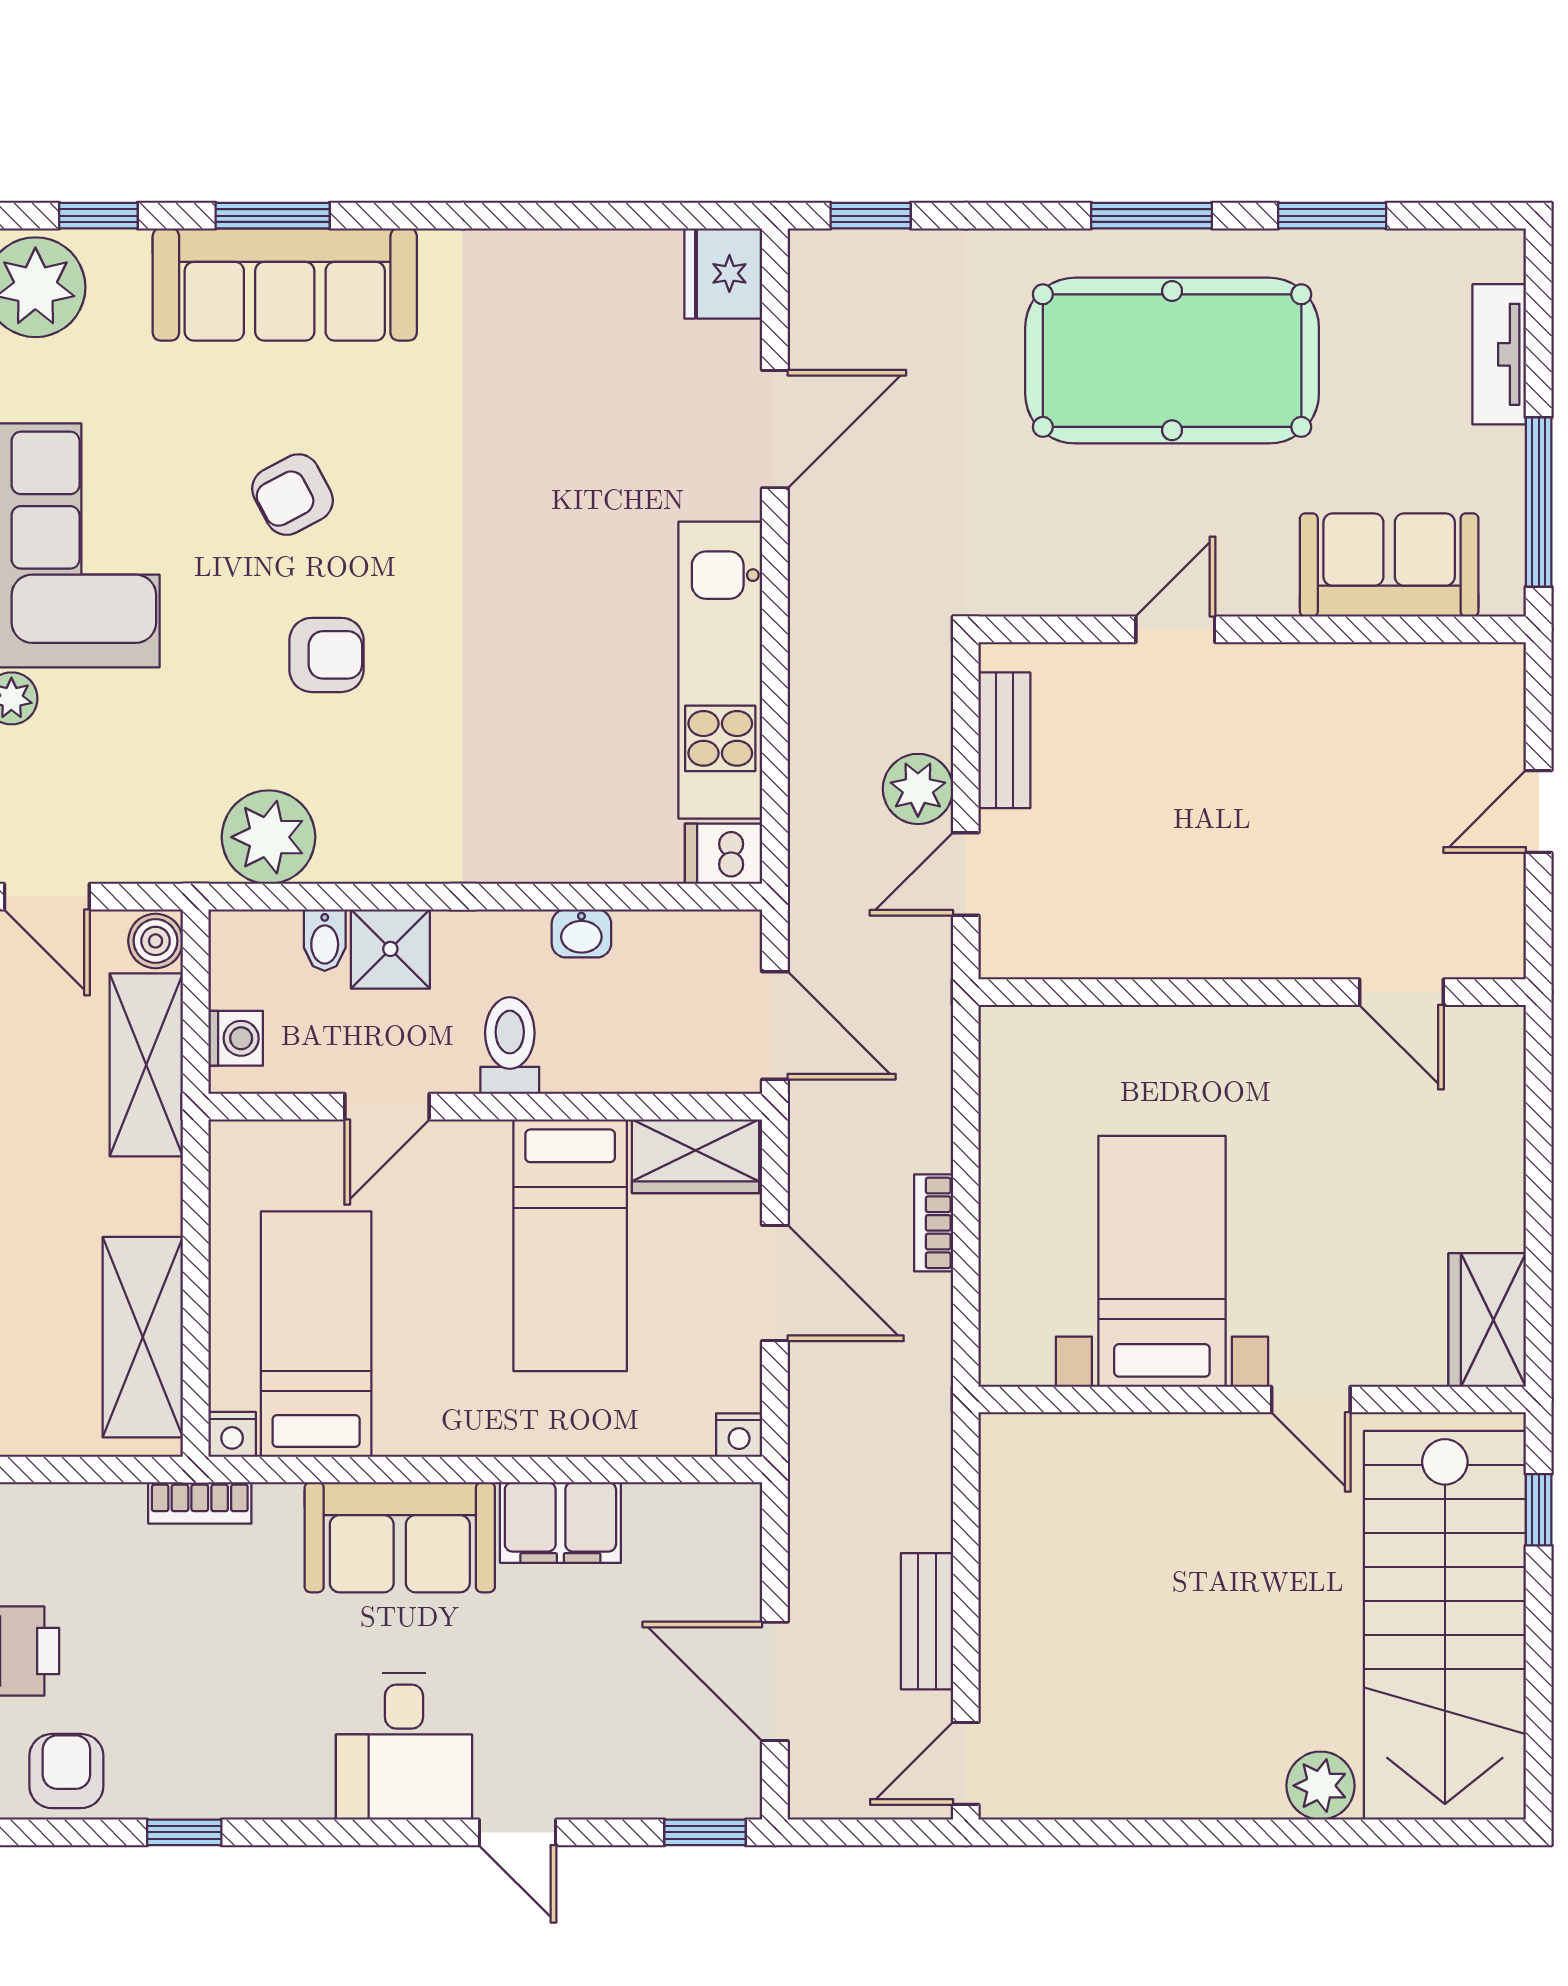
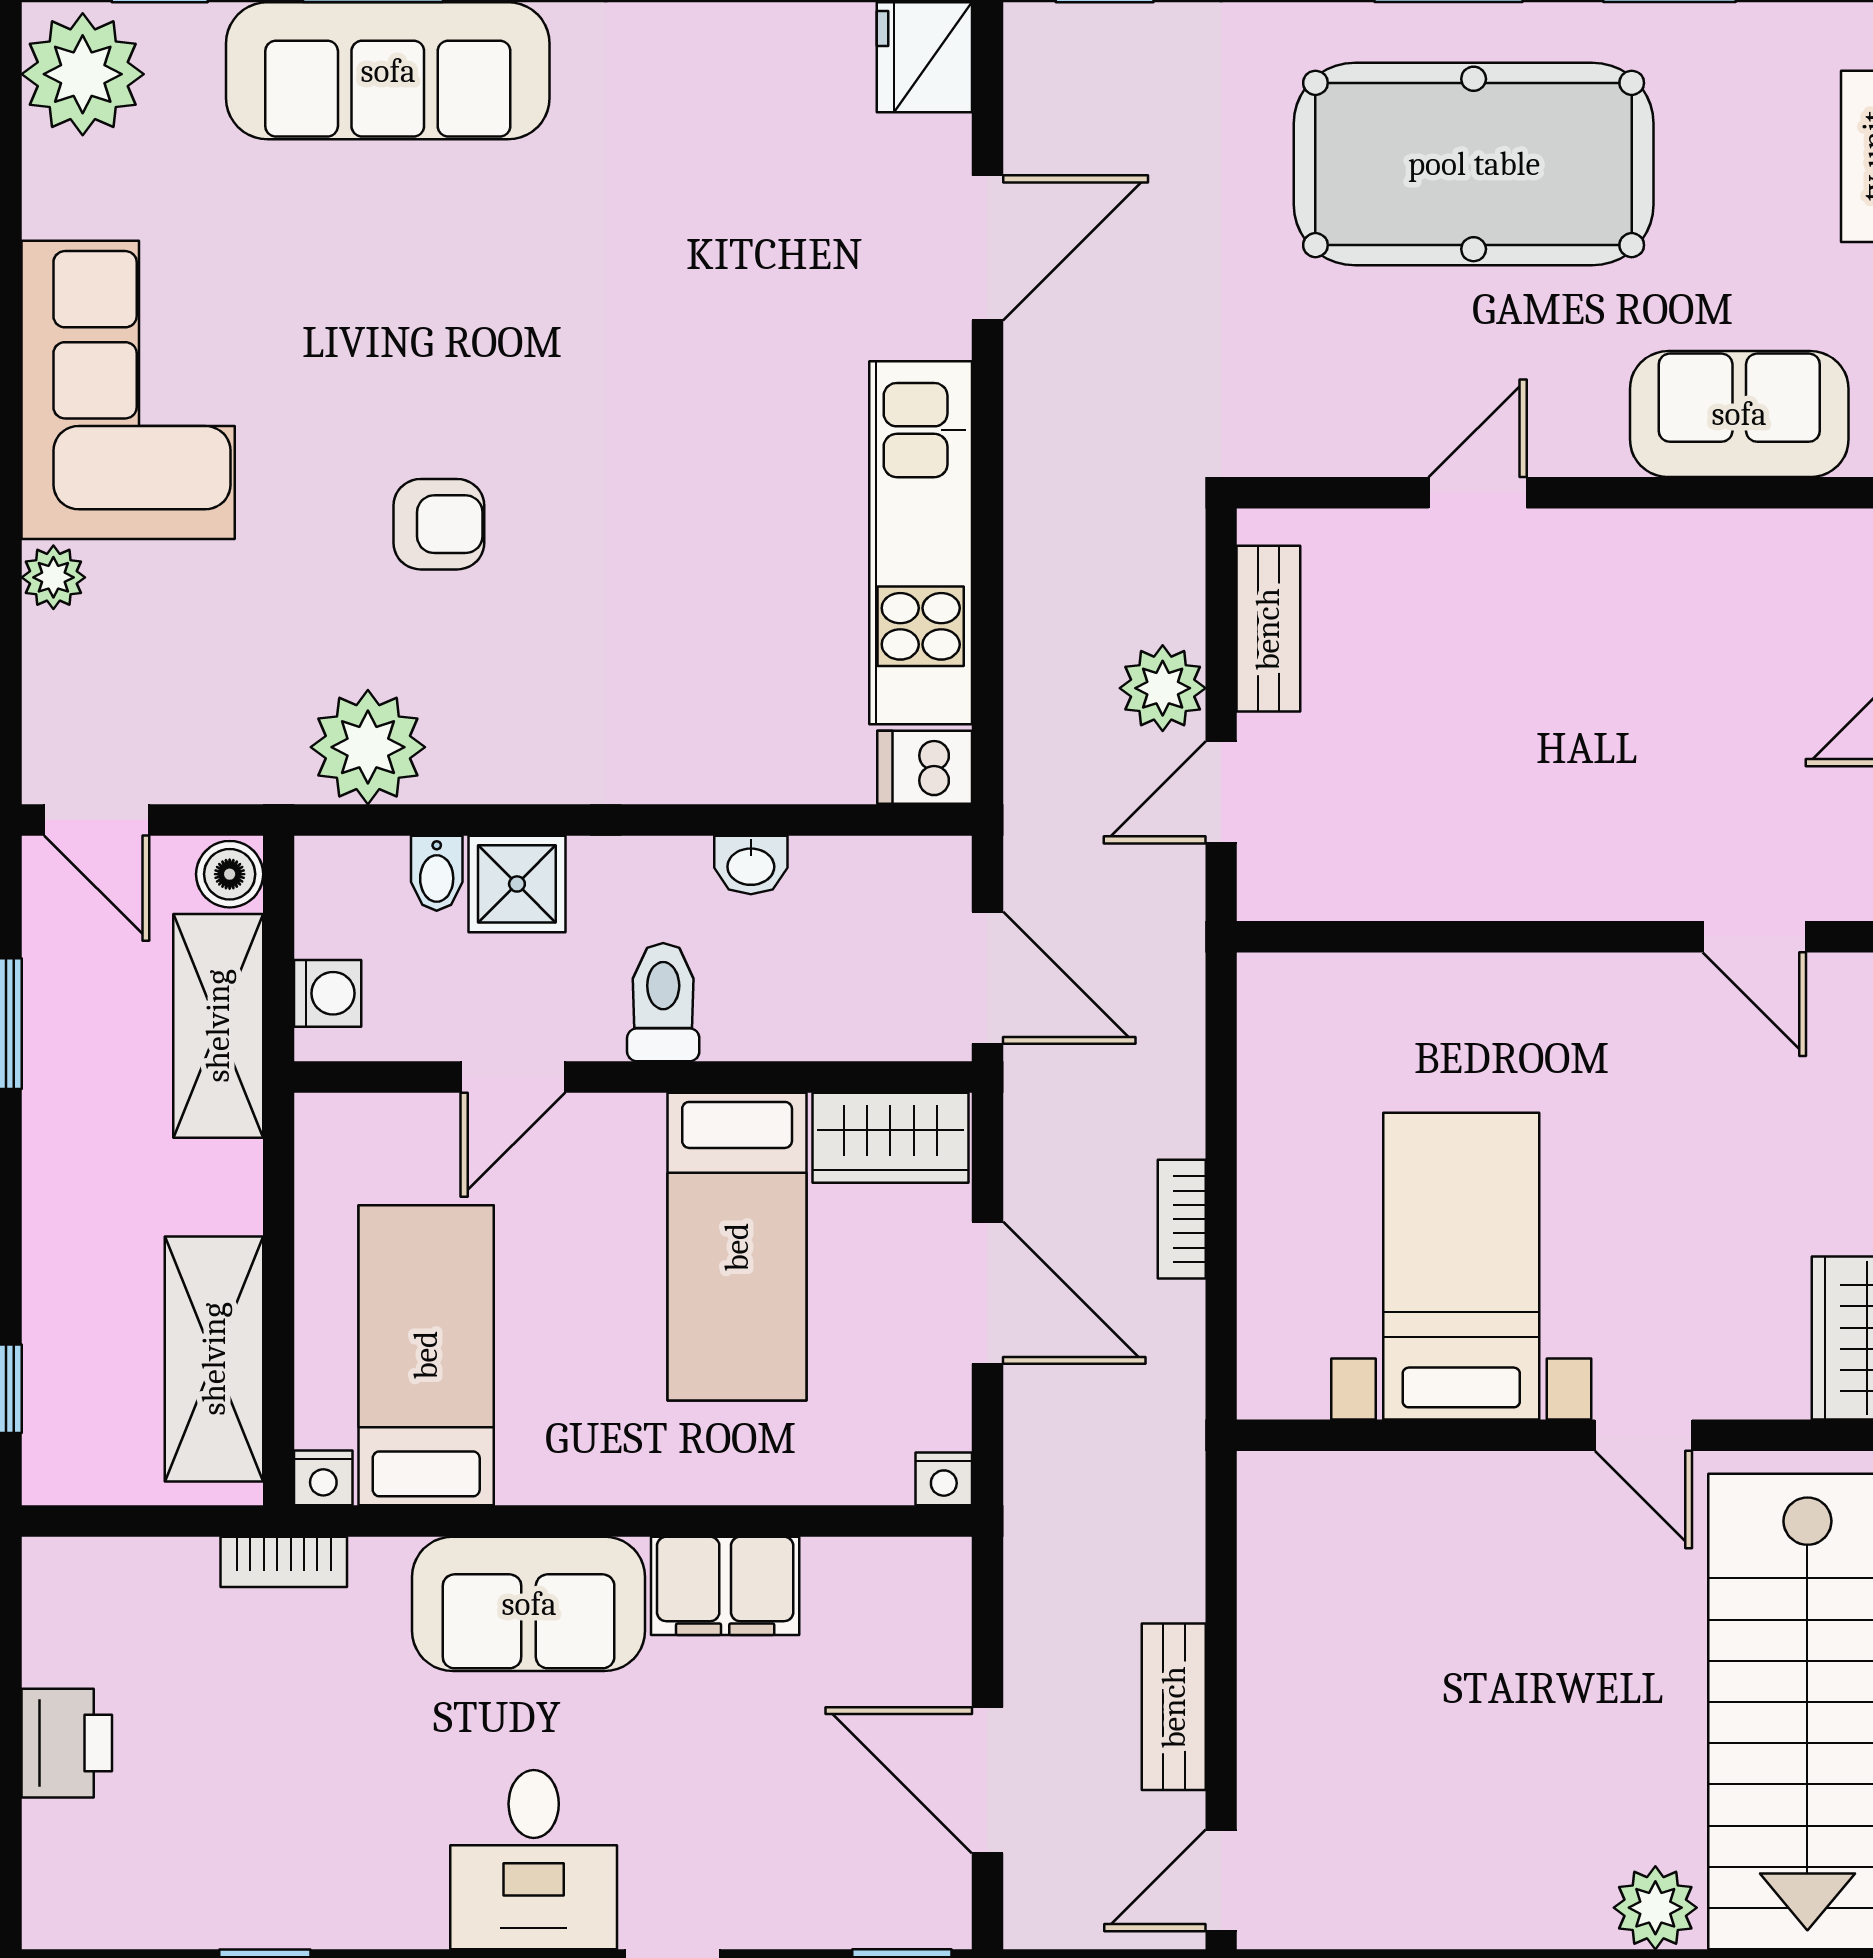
armchair: (293, 495) -> (397, 328), removed
armchair: (66, 1771) -> (121, 1890), removed

